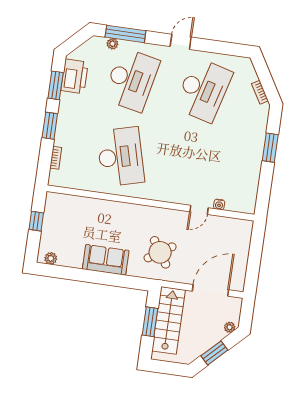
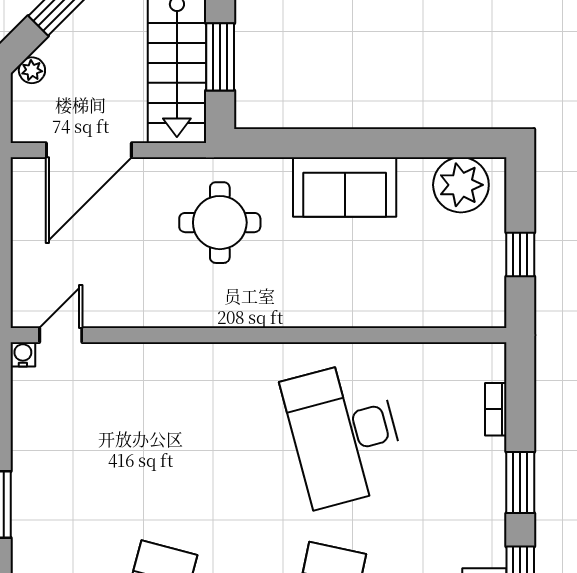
water cooler: (219, 204) -> (23, 354), moved
door: (199, 210) -> (61, 335), moved
round table: (160, 252) -> (220, 223), turned 33
plant: (51, 258) -> (461, 185), width x1.87, depth x1.87

